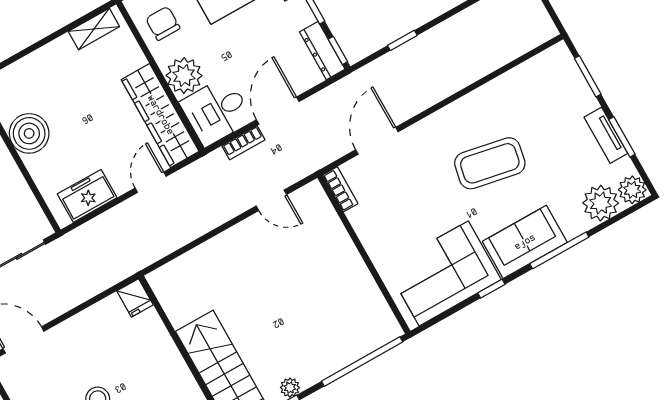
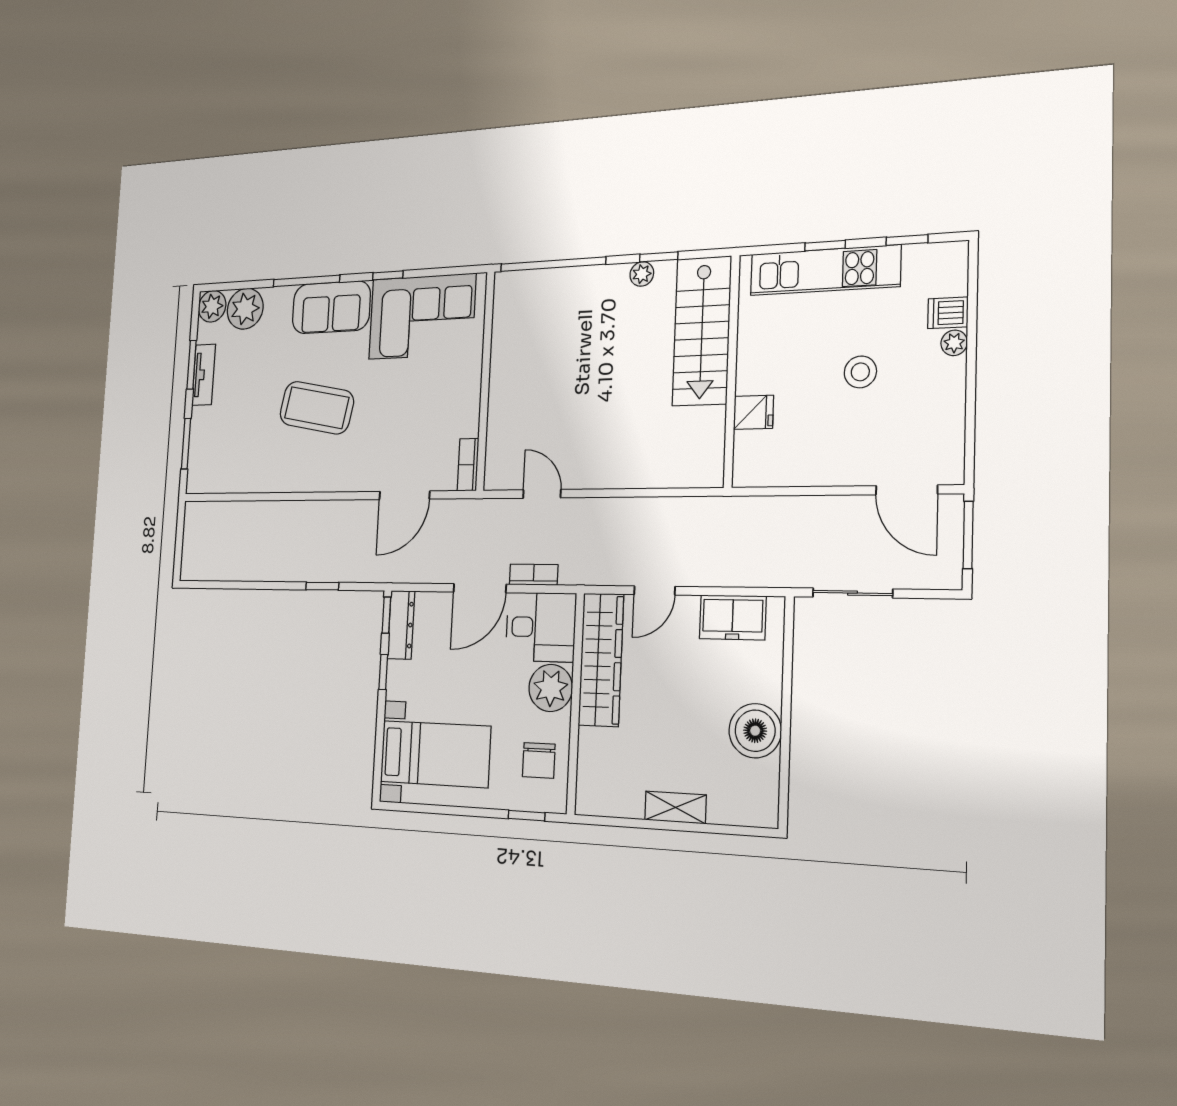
shelving: (94, 29) -> (675, 807), moved
fridge: (135, 298) -> (753, 412), moved, turned 90

